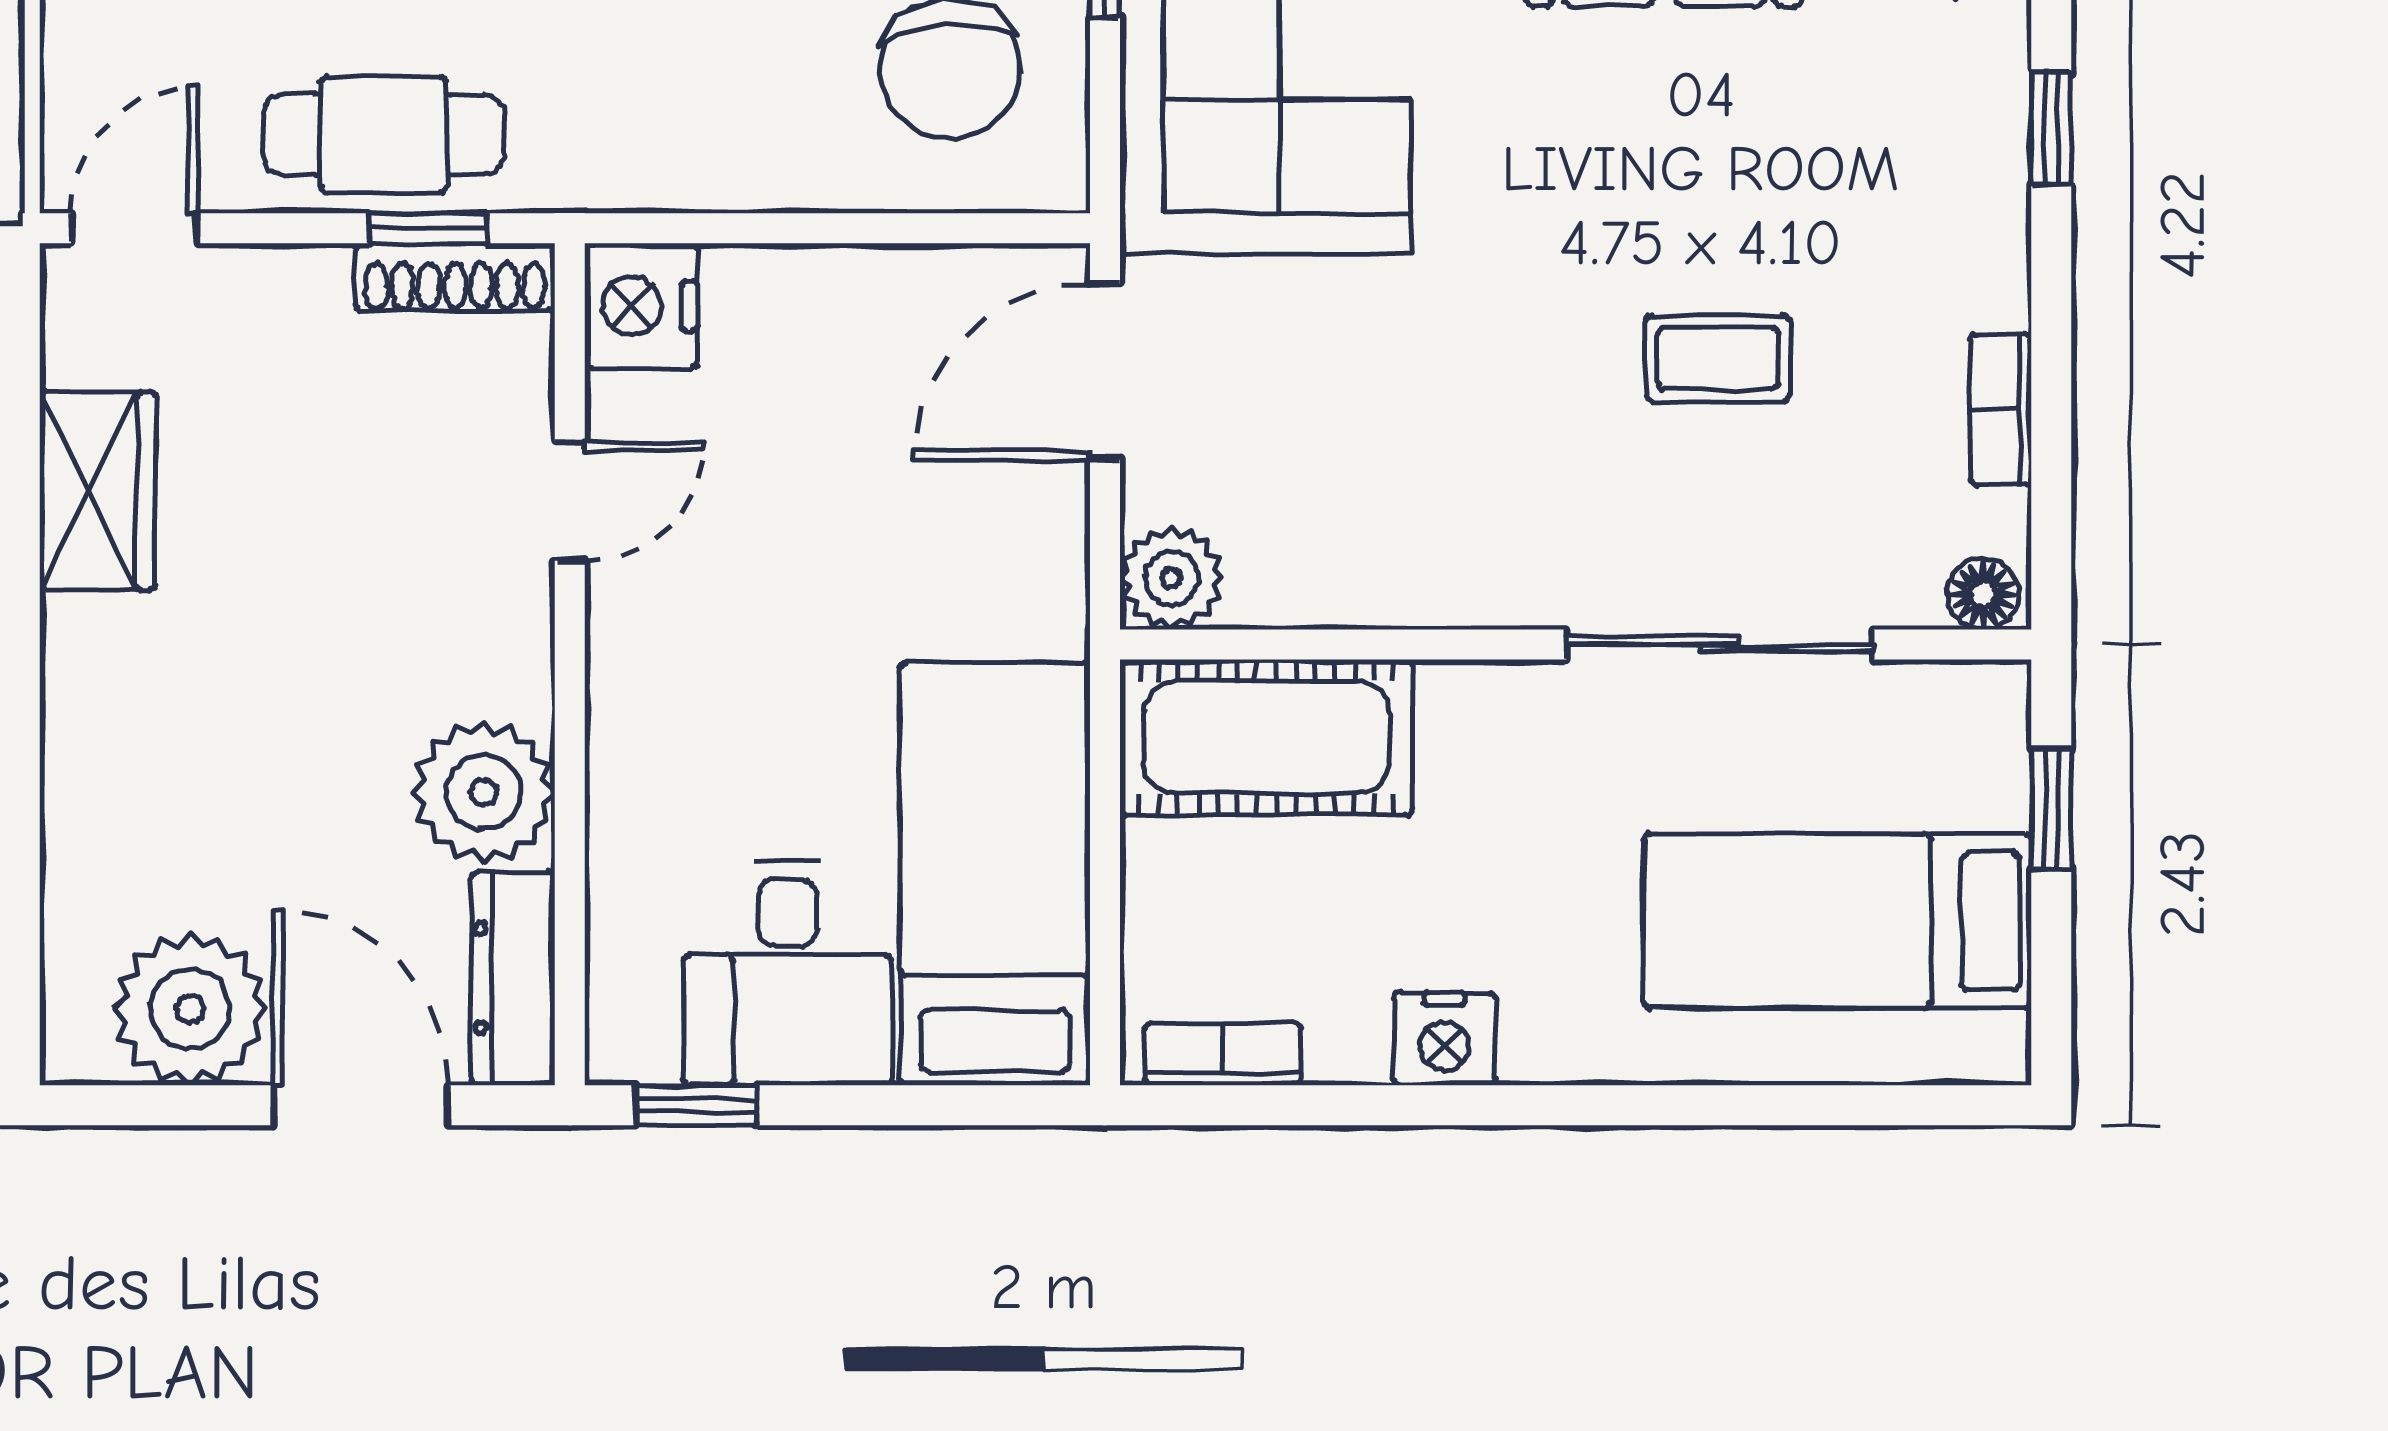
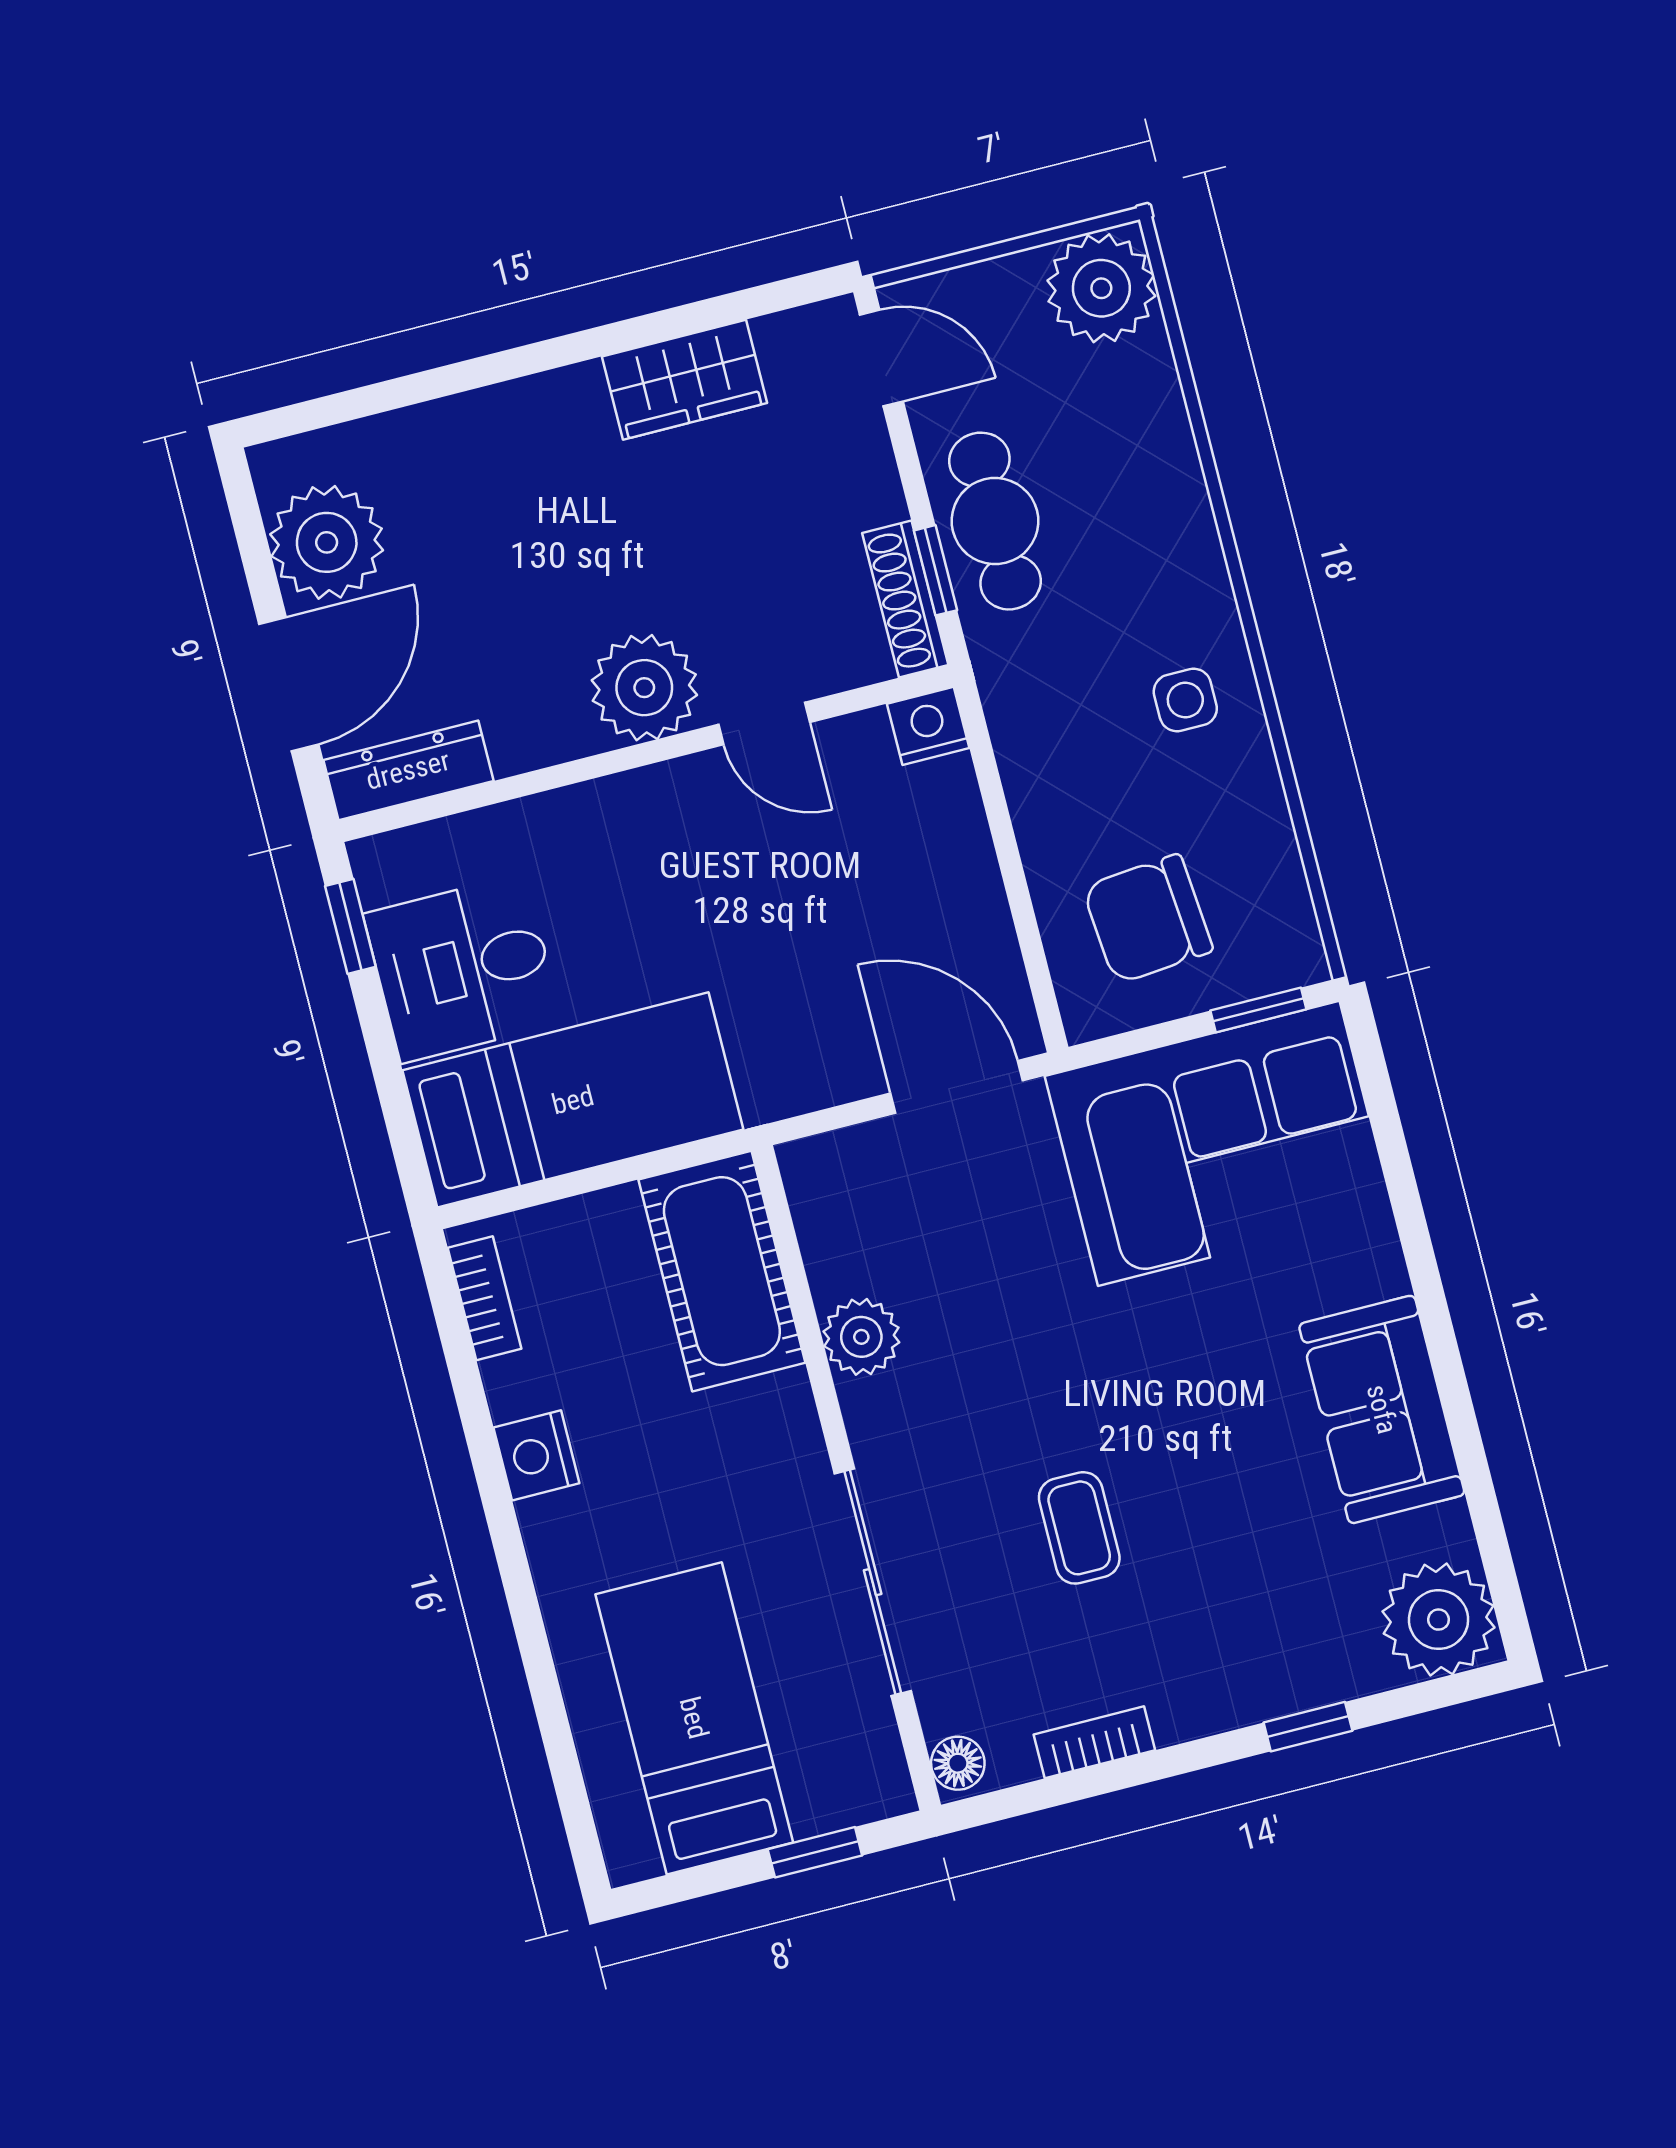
nightstand: (641, 306) -> (928, 726), width x0.74, depth x0.75
plant: (1171, 578) -> (861, 1337), moved
plant: (484, 792) -> (644, 688), moved

